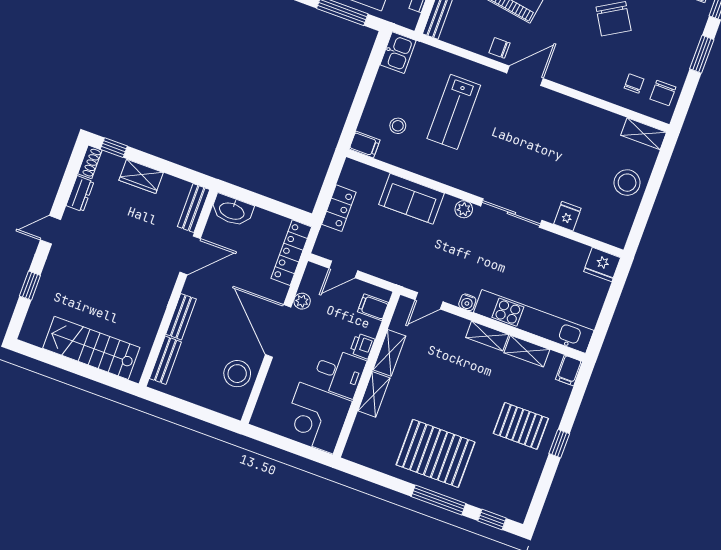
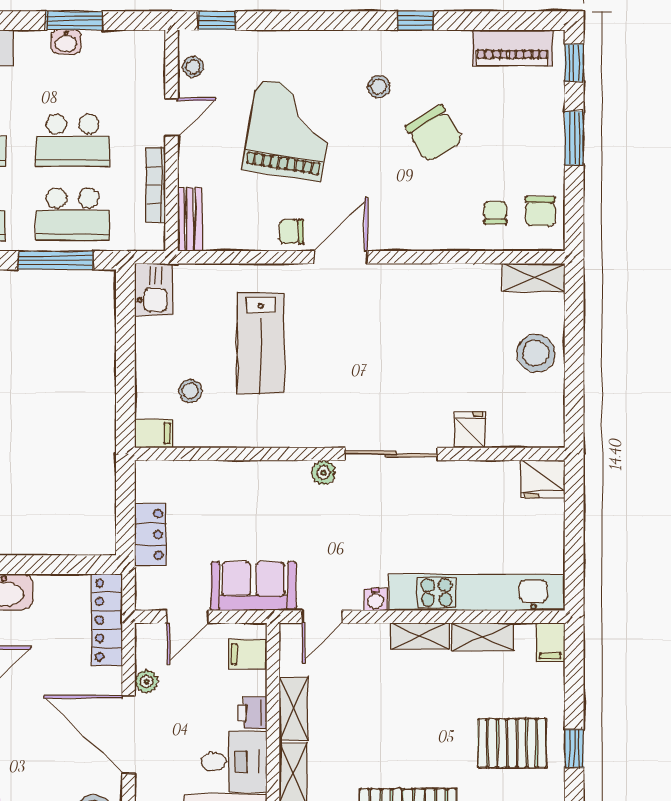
sofa: (412, 199) -> (253, 586), moved, turned 180

